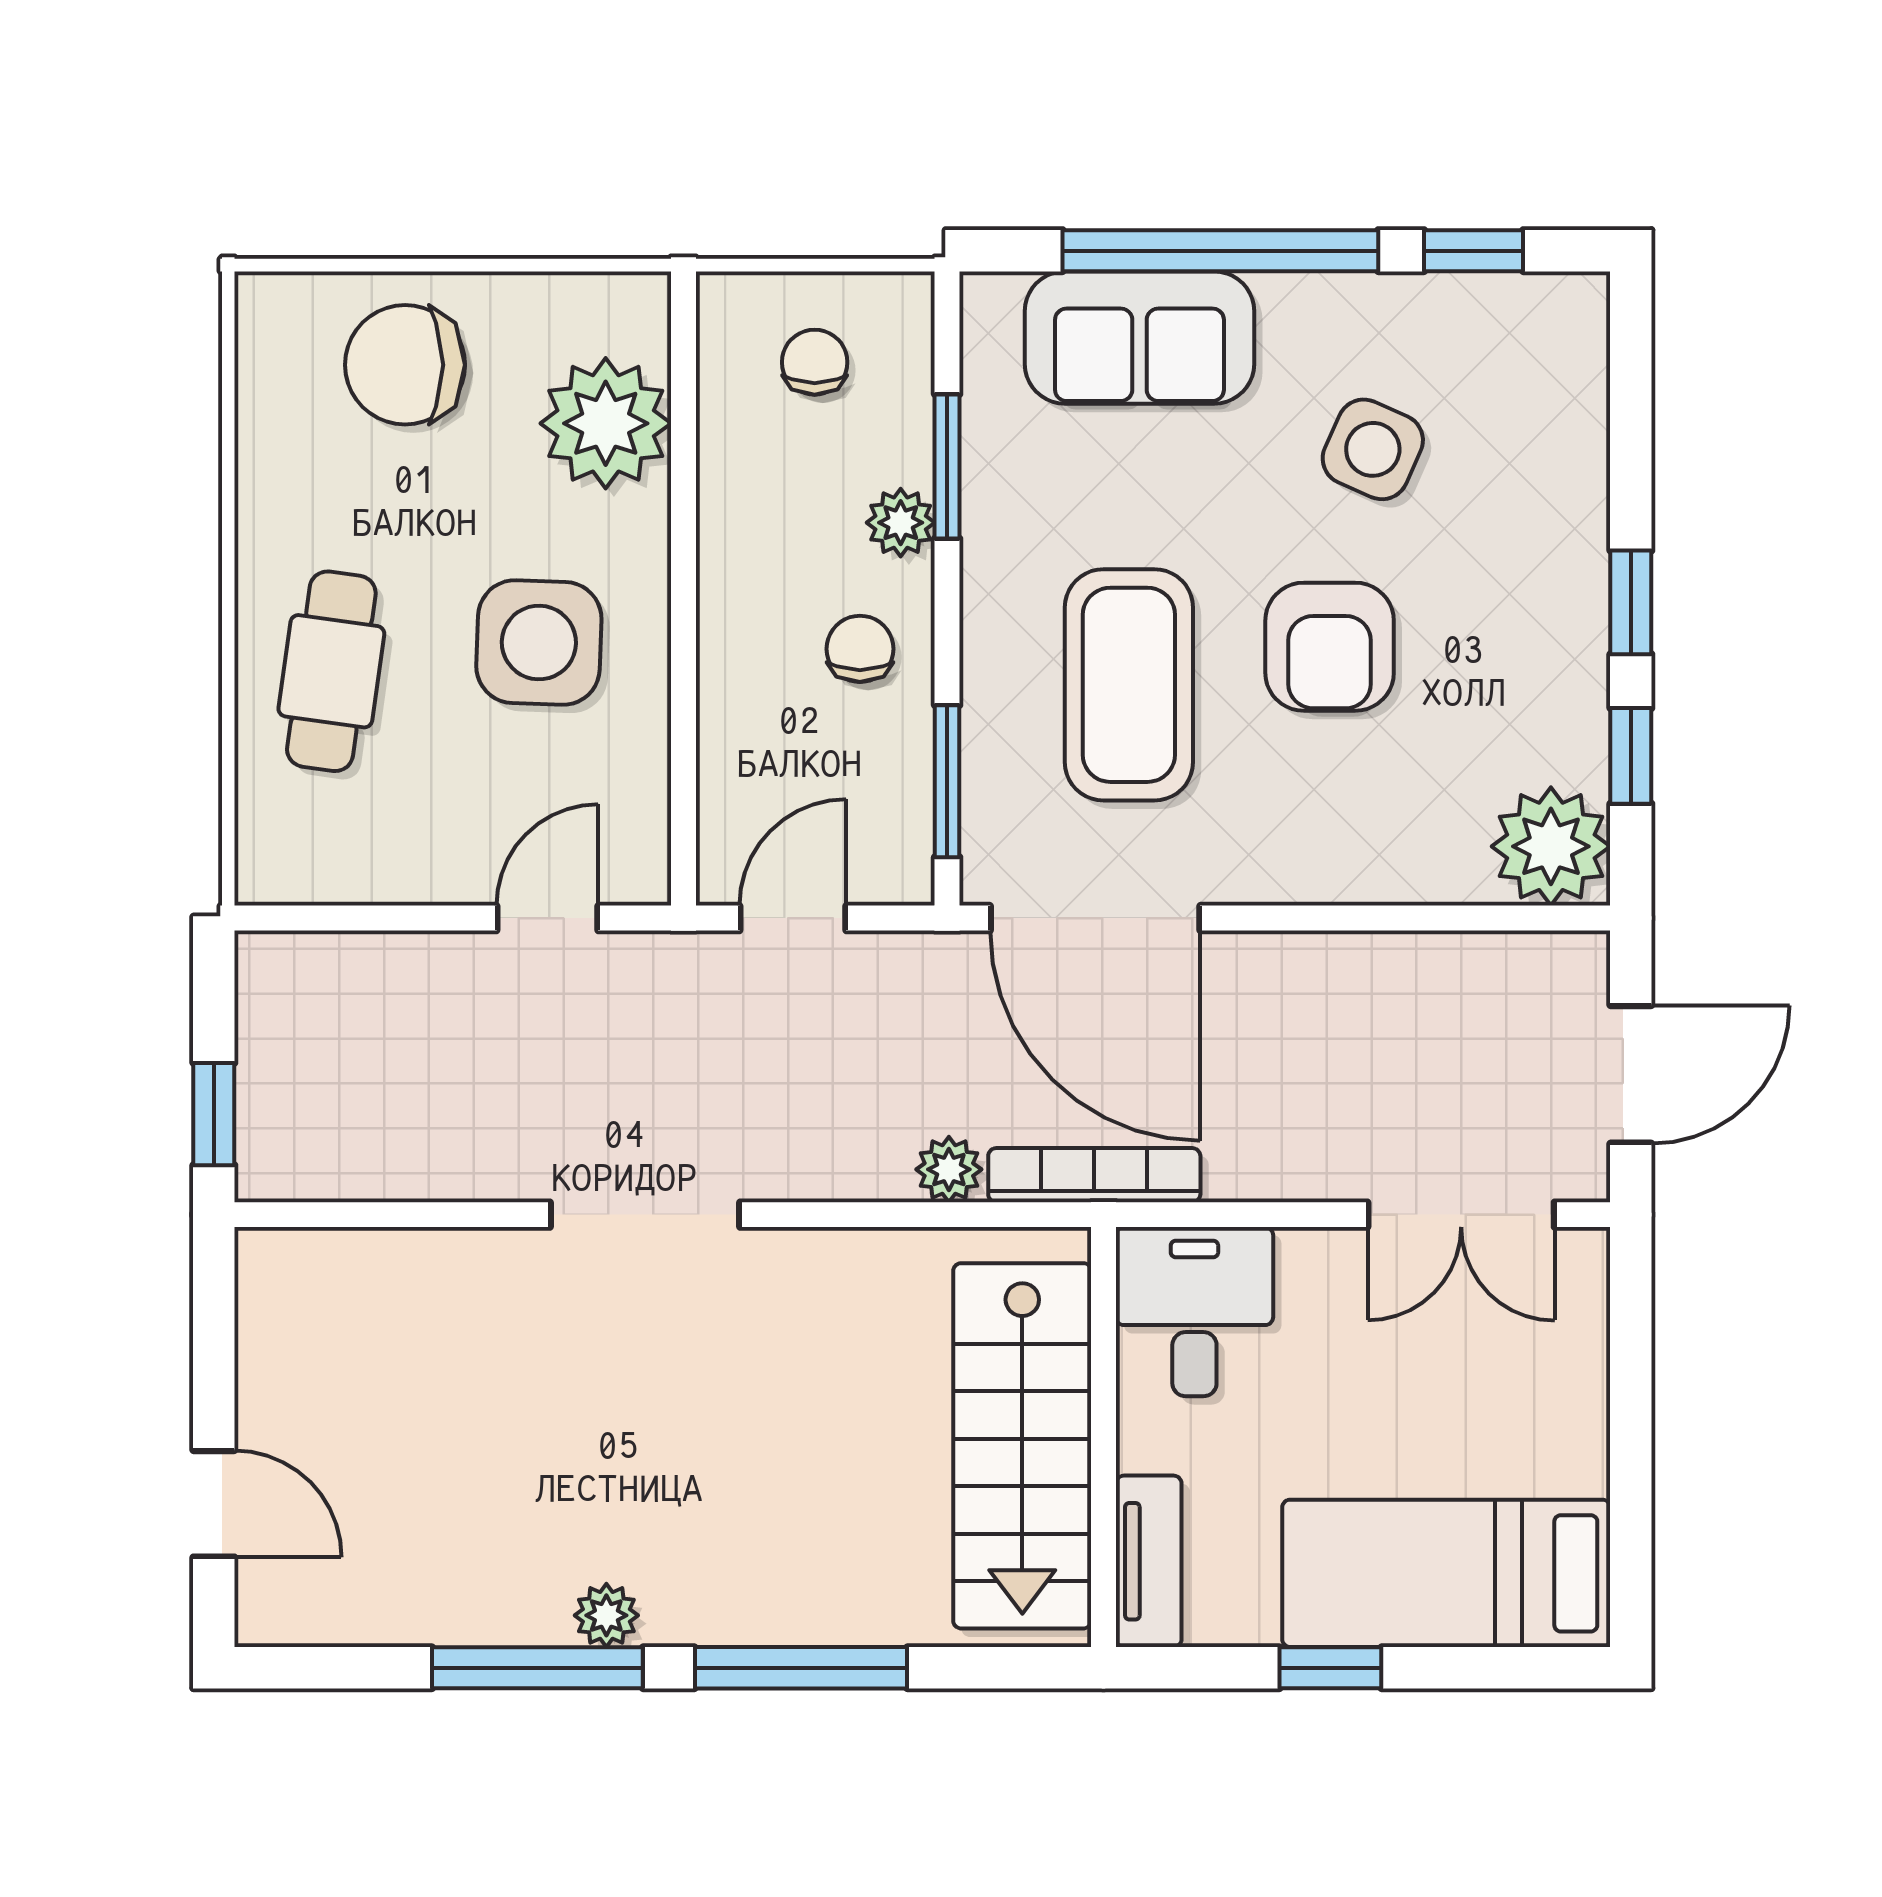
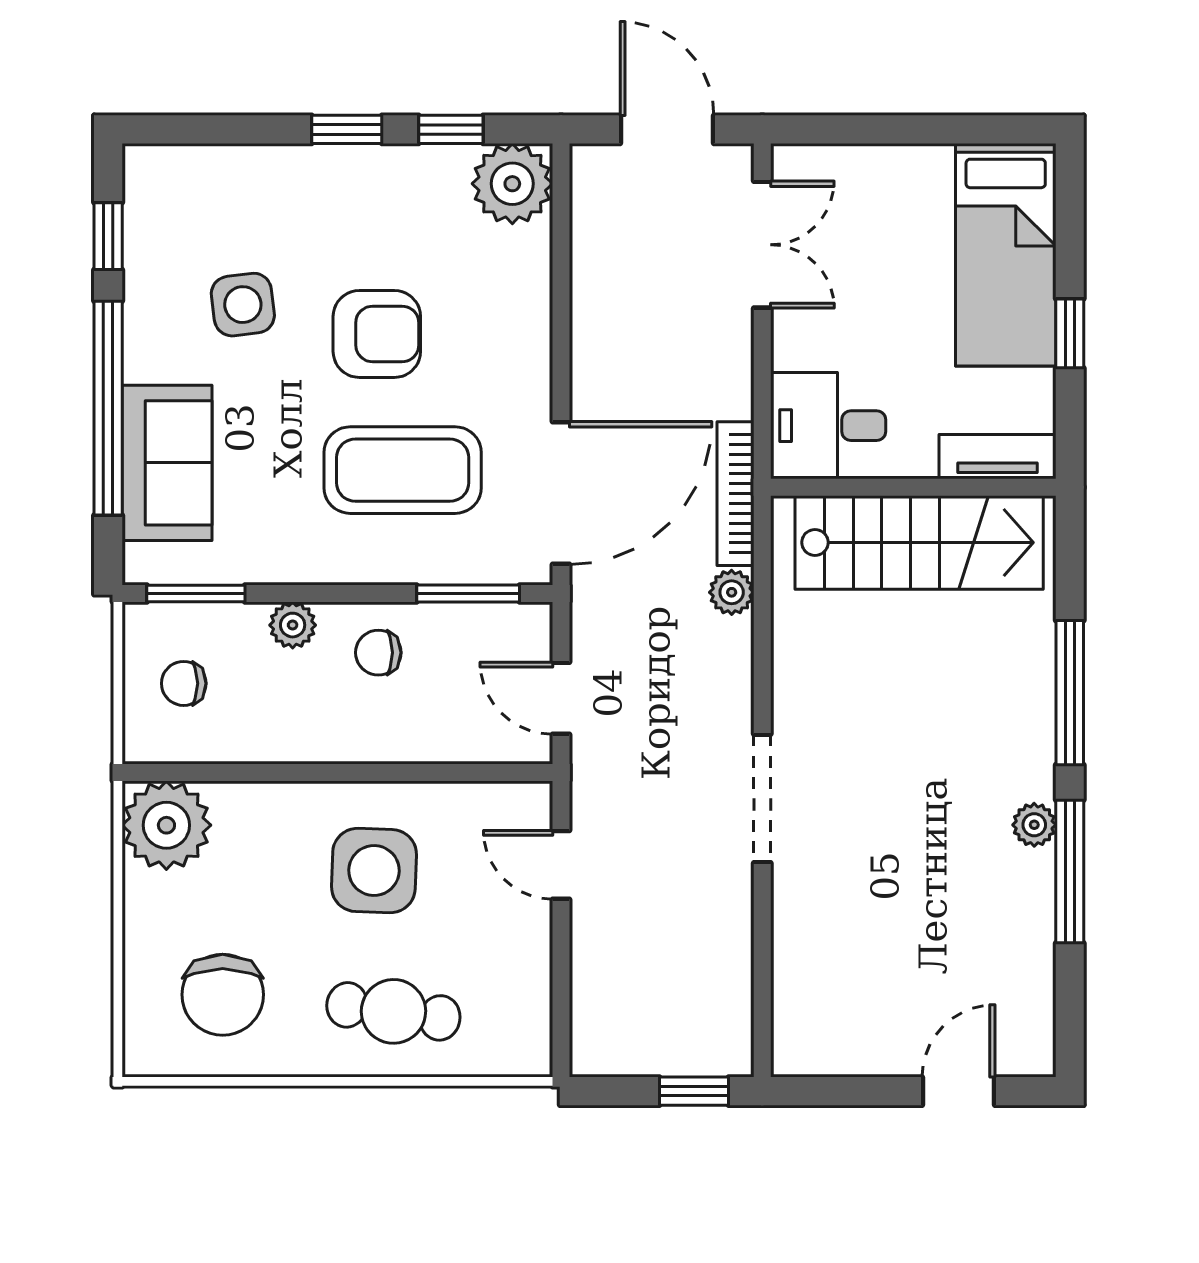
chair: (405, 365) -> (223, 995), moved
plant: (606, 423) -> (166, 825), moved
side table: (1373, 449) -> (243, 305), turned -31
window: (947, 466) -> (196, 594), moved

